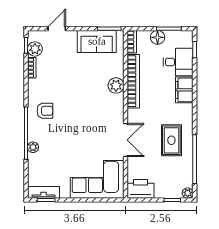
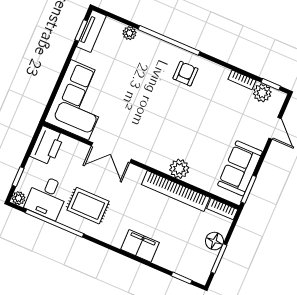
desk: (178, 62) -> (47, 197), moved
armchair: (45, 111) -> (185, 74), turned 180
plant: (33, 147) -> (129, 33), moved

